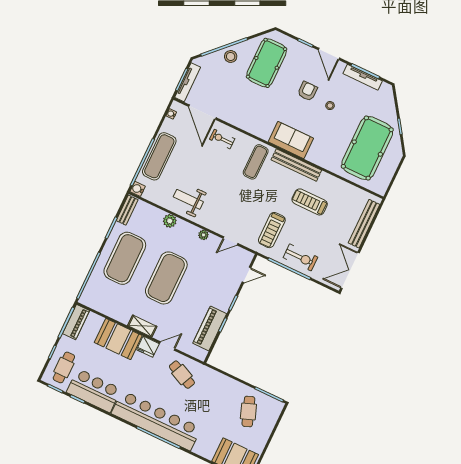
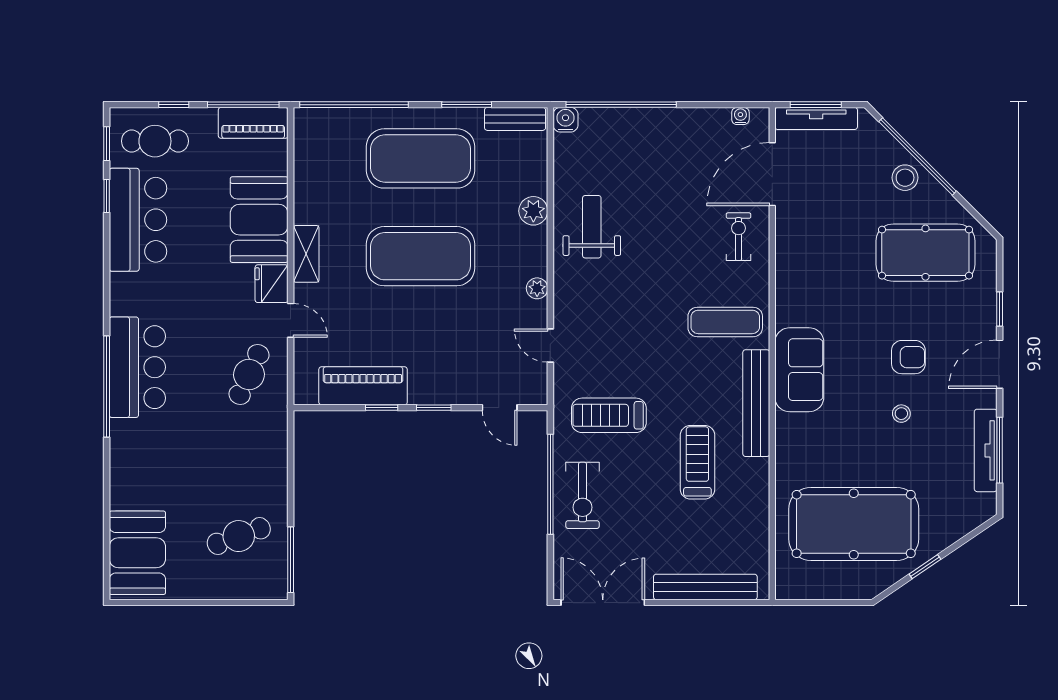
exercise mat: (159, 156) -> (648, 132), removed
bar counter: (156, 421) -> (137, 367), width x0.54

